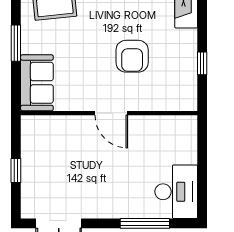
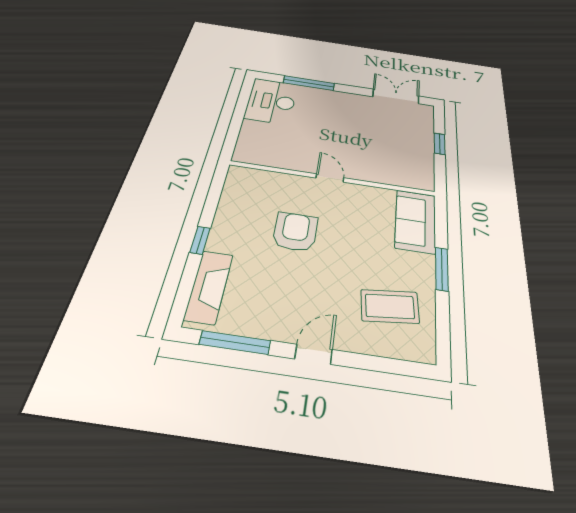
window: (202, 63) -> (200, 240), moved
door: (111, 113) -> (330, 178), width x0.73

